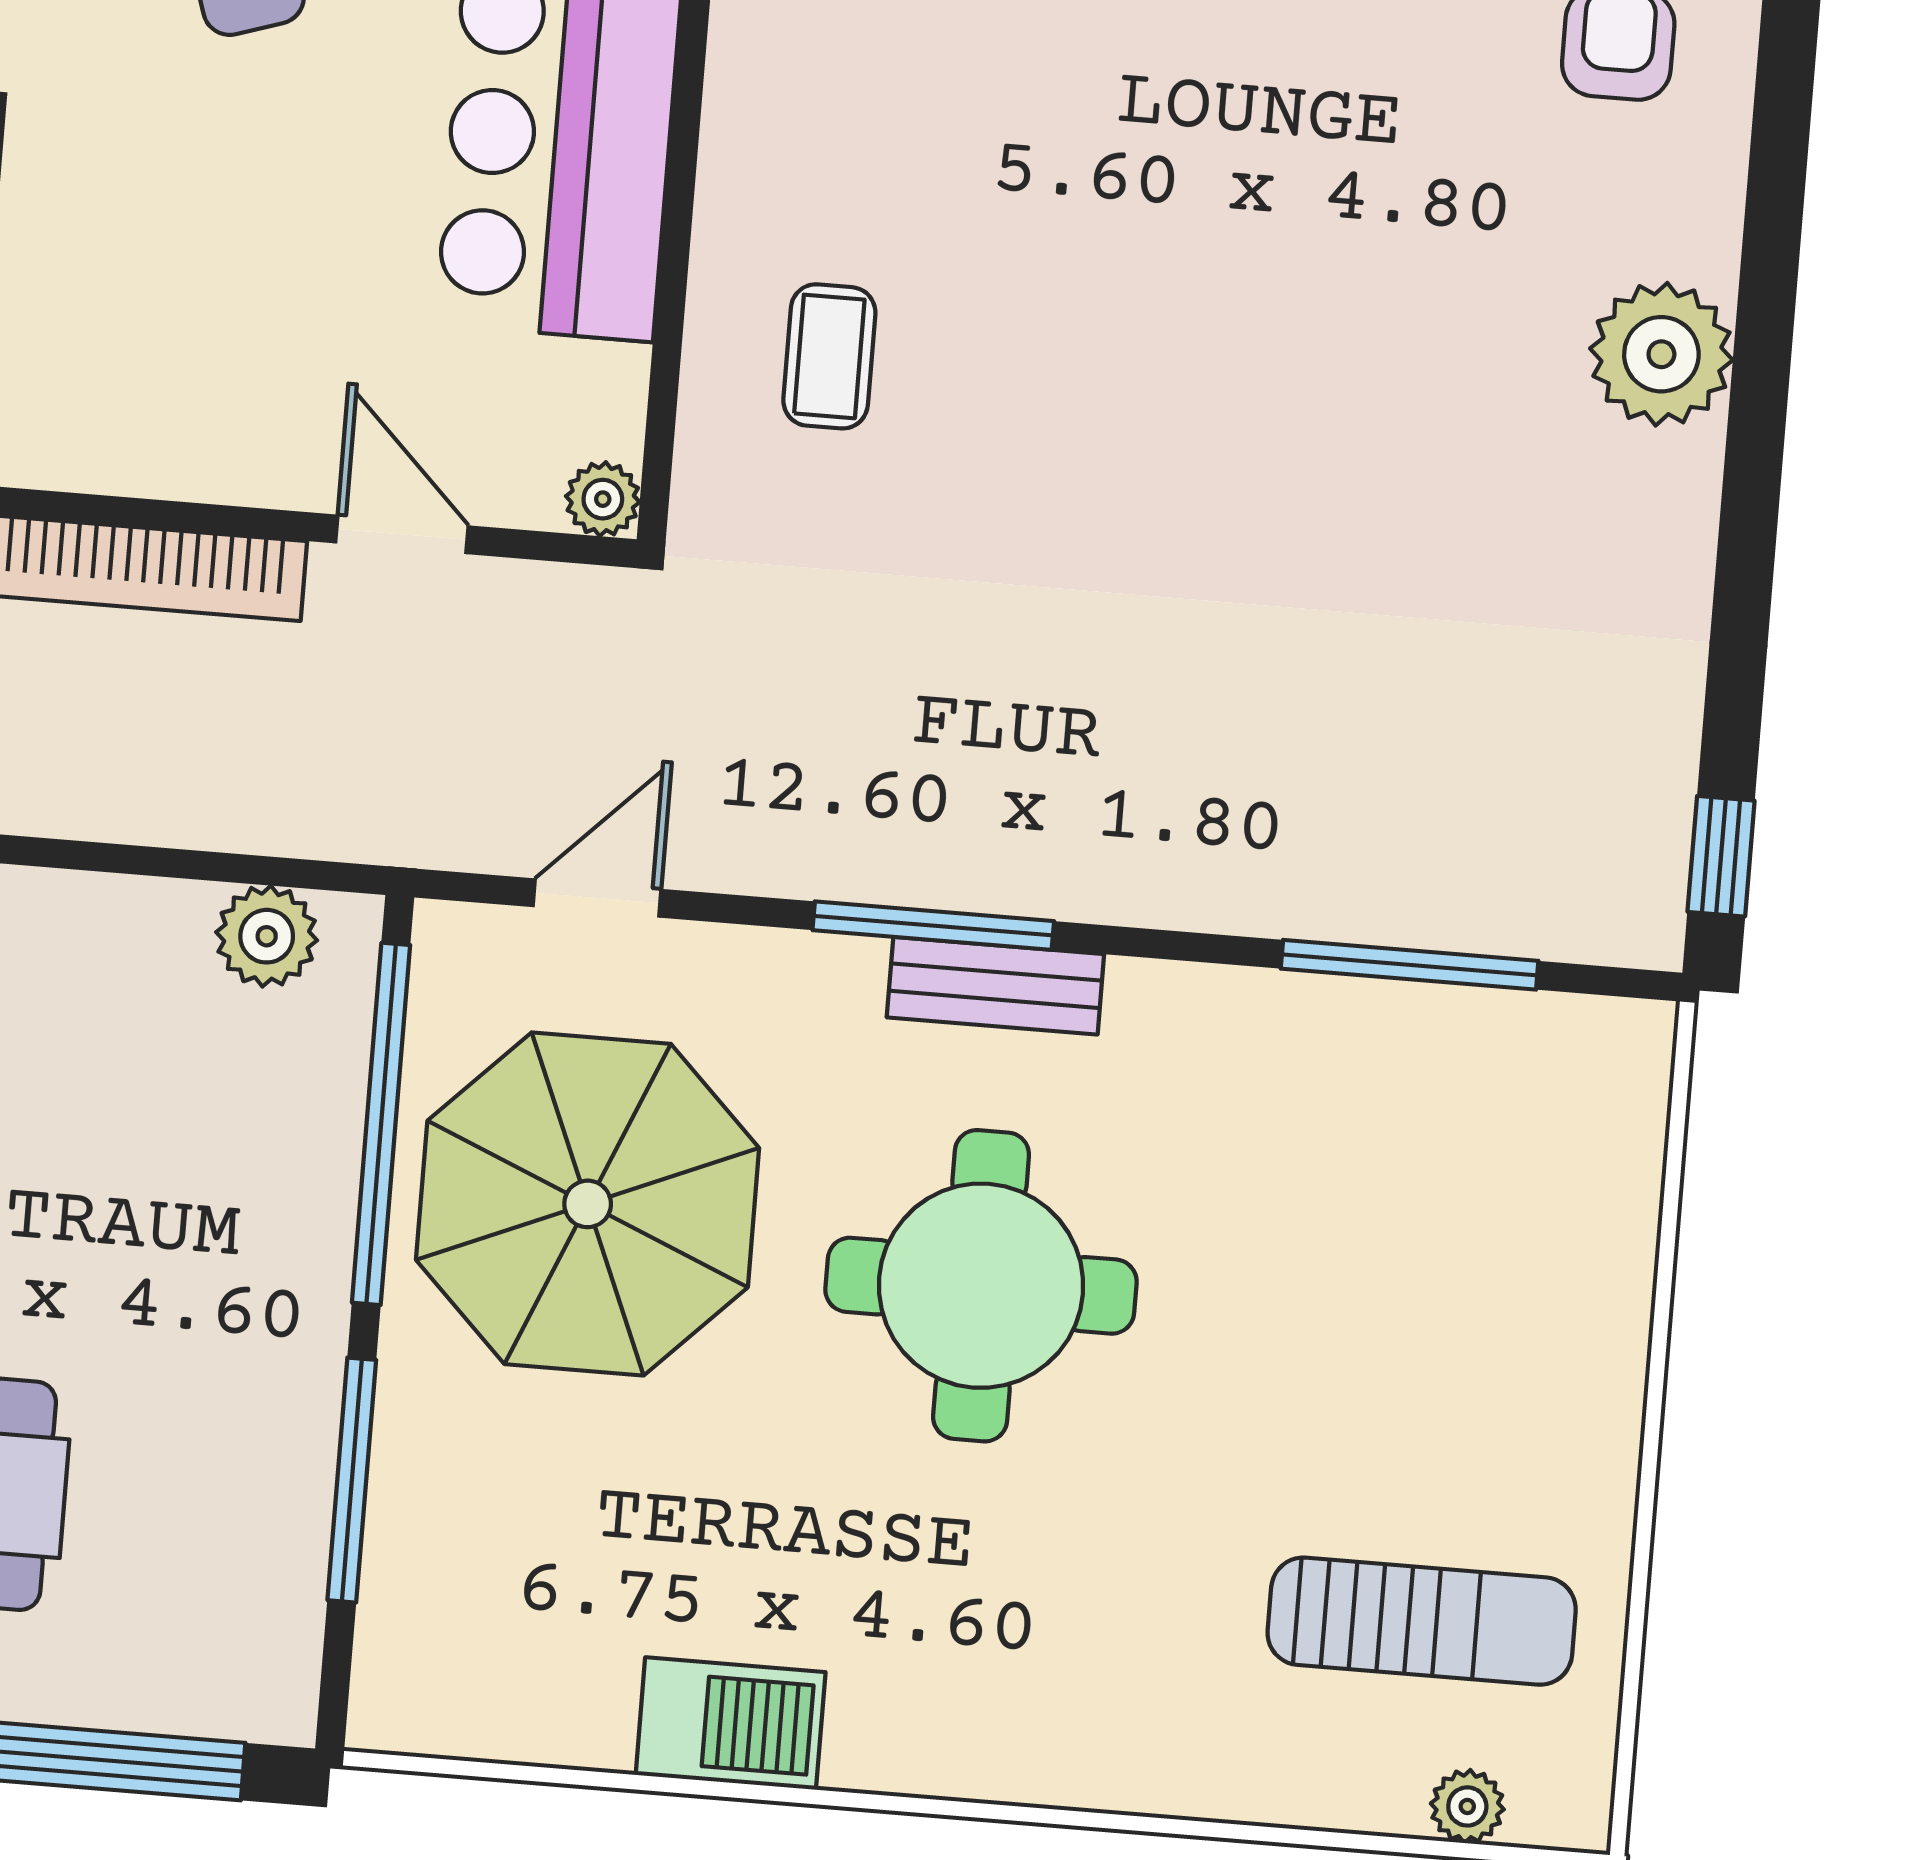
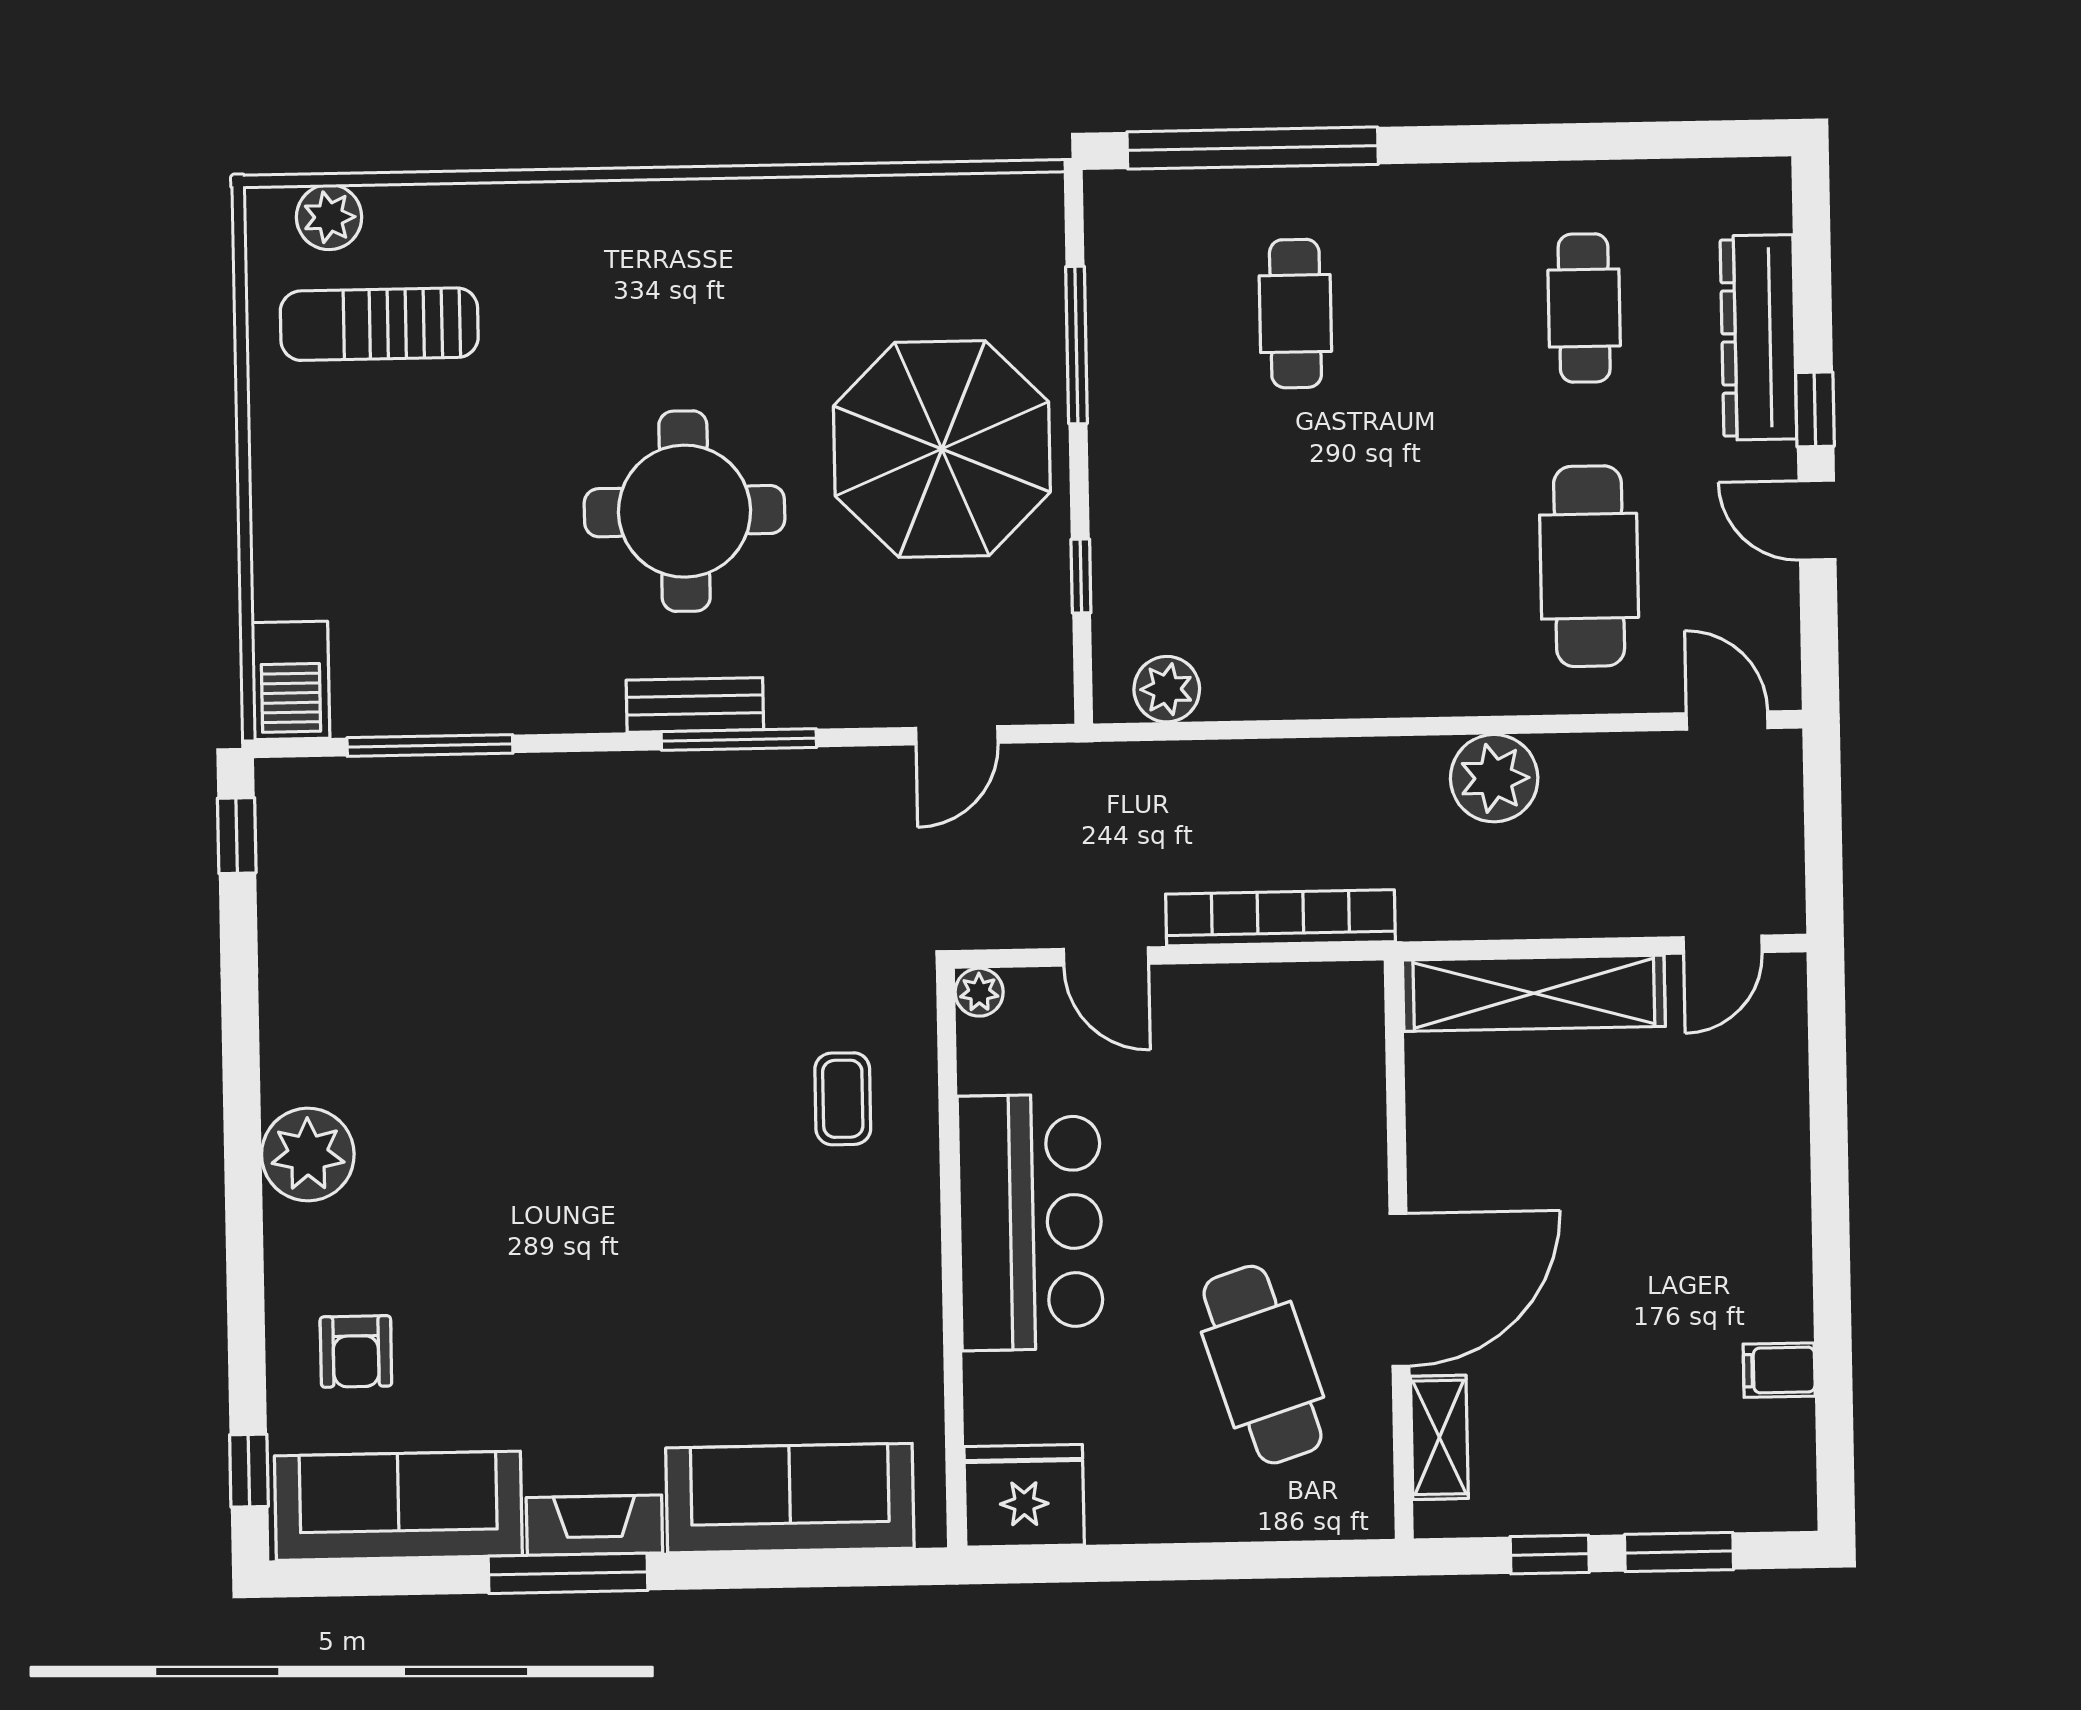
window: (381, 1124) -> (1081, 576), width x0.32
parasol: (588, 1204) -> (942, 449), moved
barbecue: (731, 1724) -> (291, 680), moved, turned -90
plant: (1467, 1806) -> (329, 217), width x1.38, depth x1.38

